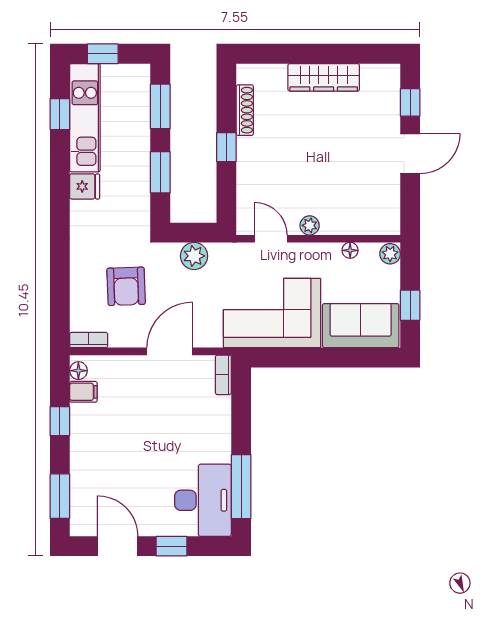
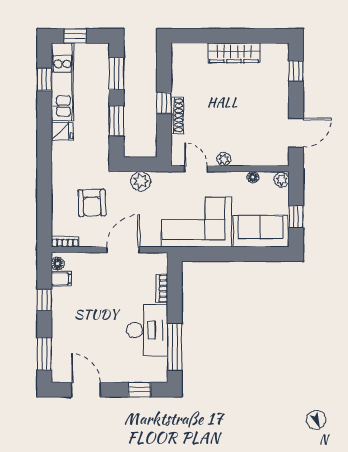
shoe rack: (245, 110) -> (177, 115), moved
door: (410, 154) -> (296, 133), moved
bookcase: (223, 375) -> (162, 289), moved
desk: (203, 500) -> (147, 330), moved
window: (172, 546) -> (139, 390), moved

